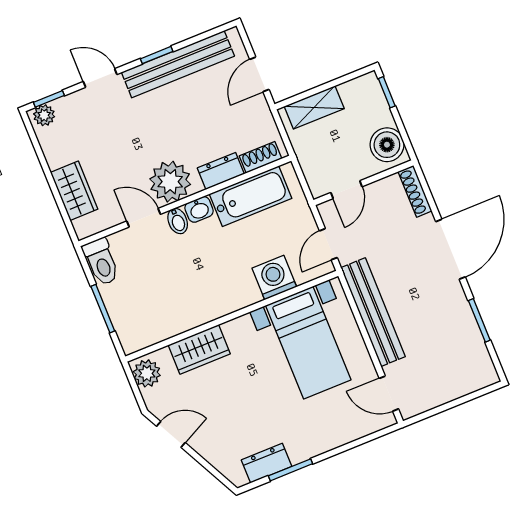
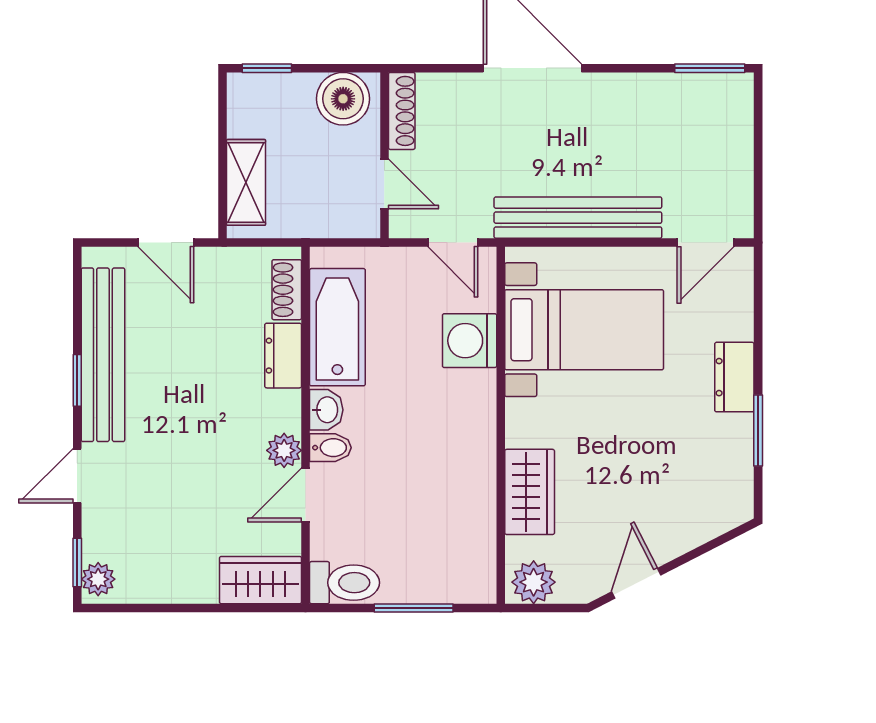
plant: (170, 182) -> (284, 450), width x0.53, depth x0.53
wardrobe: (74, 191) -> (260, 580), moved
shoe rack: (415, 191) -> (402, 111), moved, turned -90
window: (479, 320) -> (710, 68), moved
dresser: (266, 463) -> (734, 377), moved

